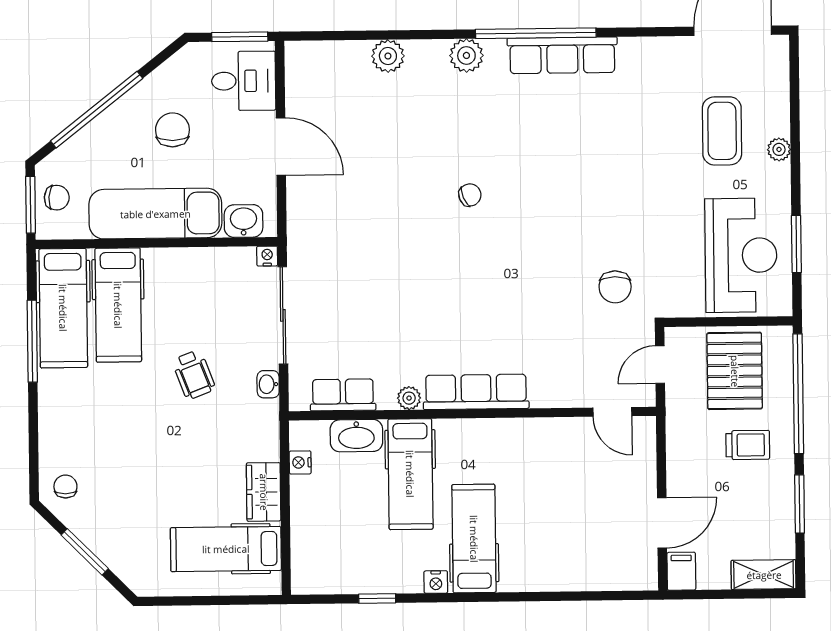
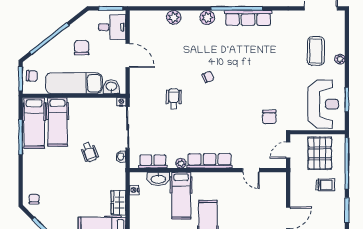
wheelchair: (390, 247) -> (174, 99), added
door: (612, 412) -> (251, 170), moved

